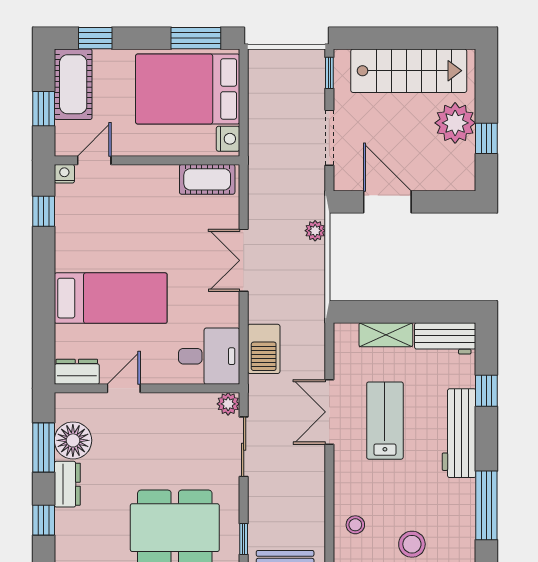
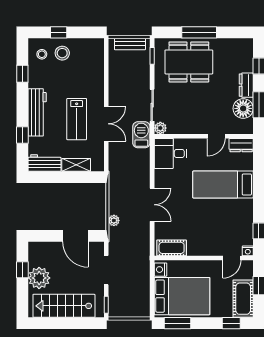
barbecue: (264, 349) -> (141, 135), moved
window: (486, 505) -> (22, 74), width x0.46
stool: (355, 525) -> (42, 54), moved

